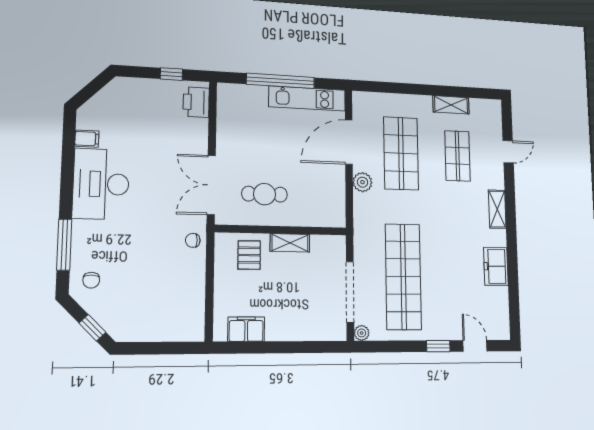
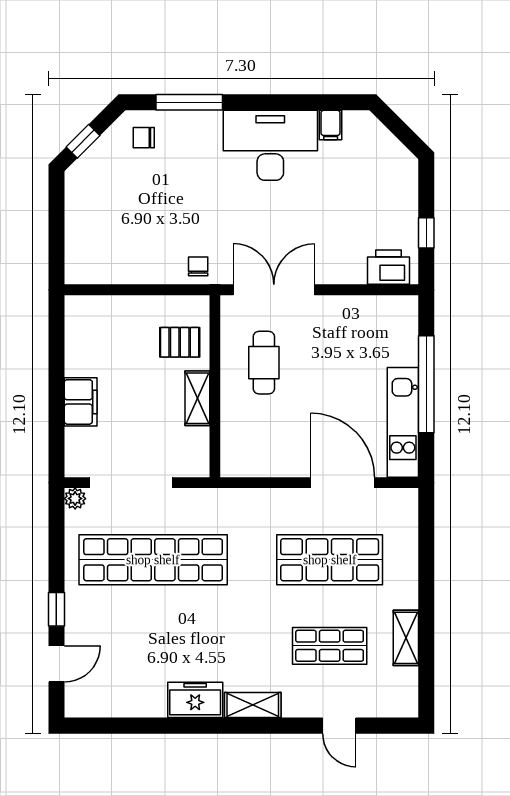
plant: (362, 182) -> (285, 502), removed
freezer: (496, 266) -> (195, 700), moved
filing cabinet: (246, 329) -> (81, 402), moved

